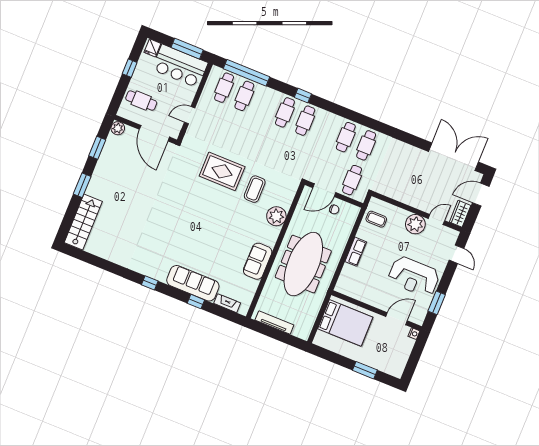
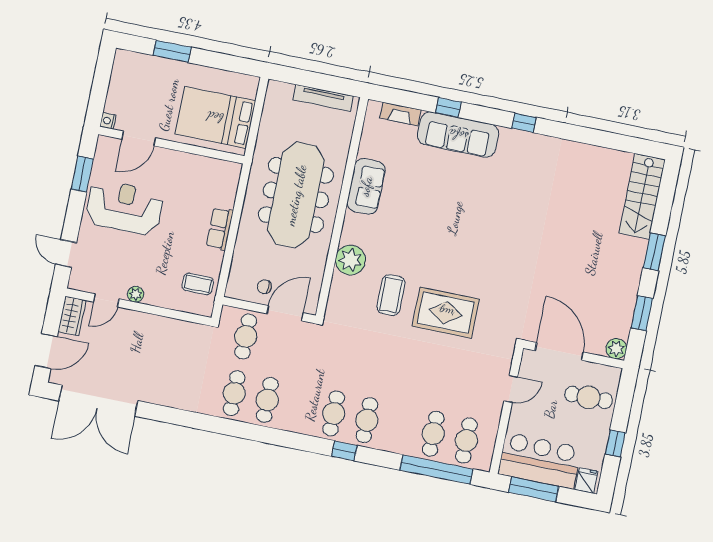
plant: (415, 224) -> (136, 294), width x0.53, depth x0.53

